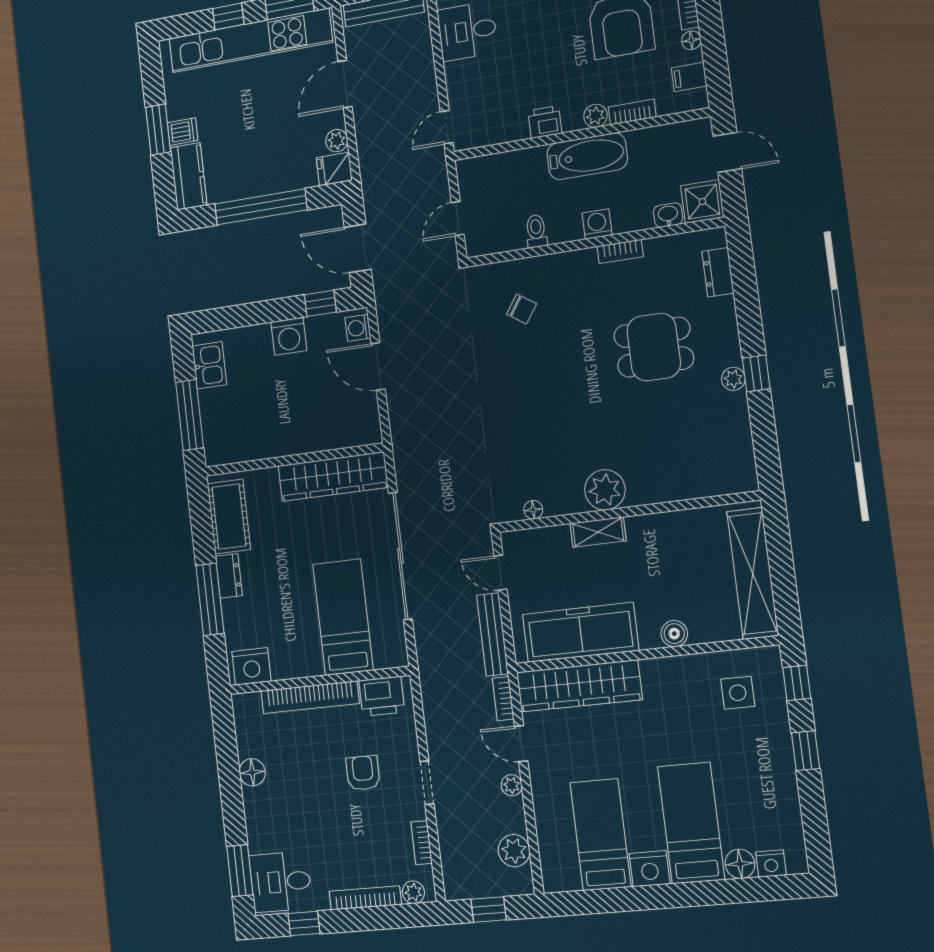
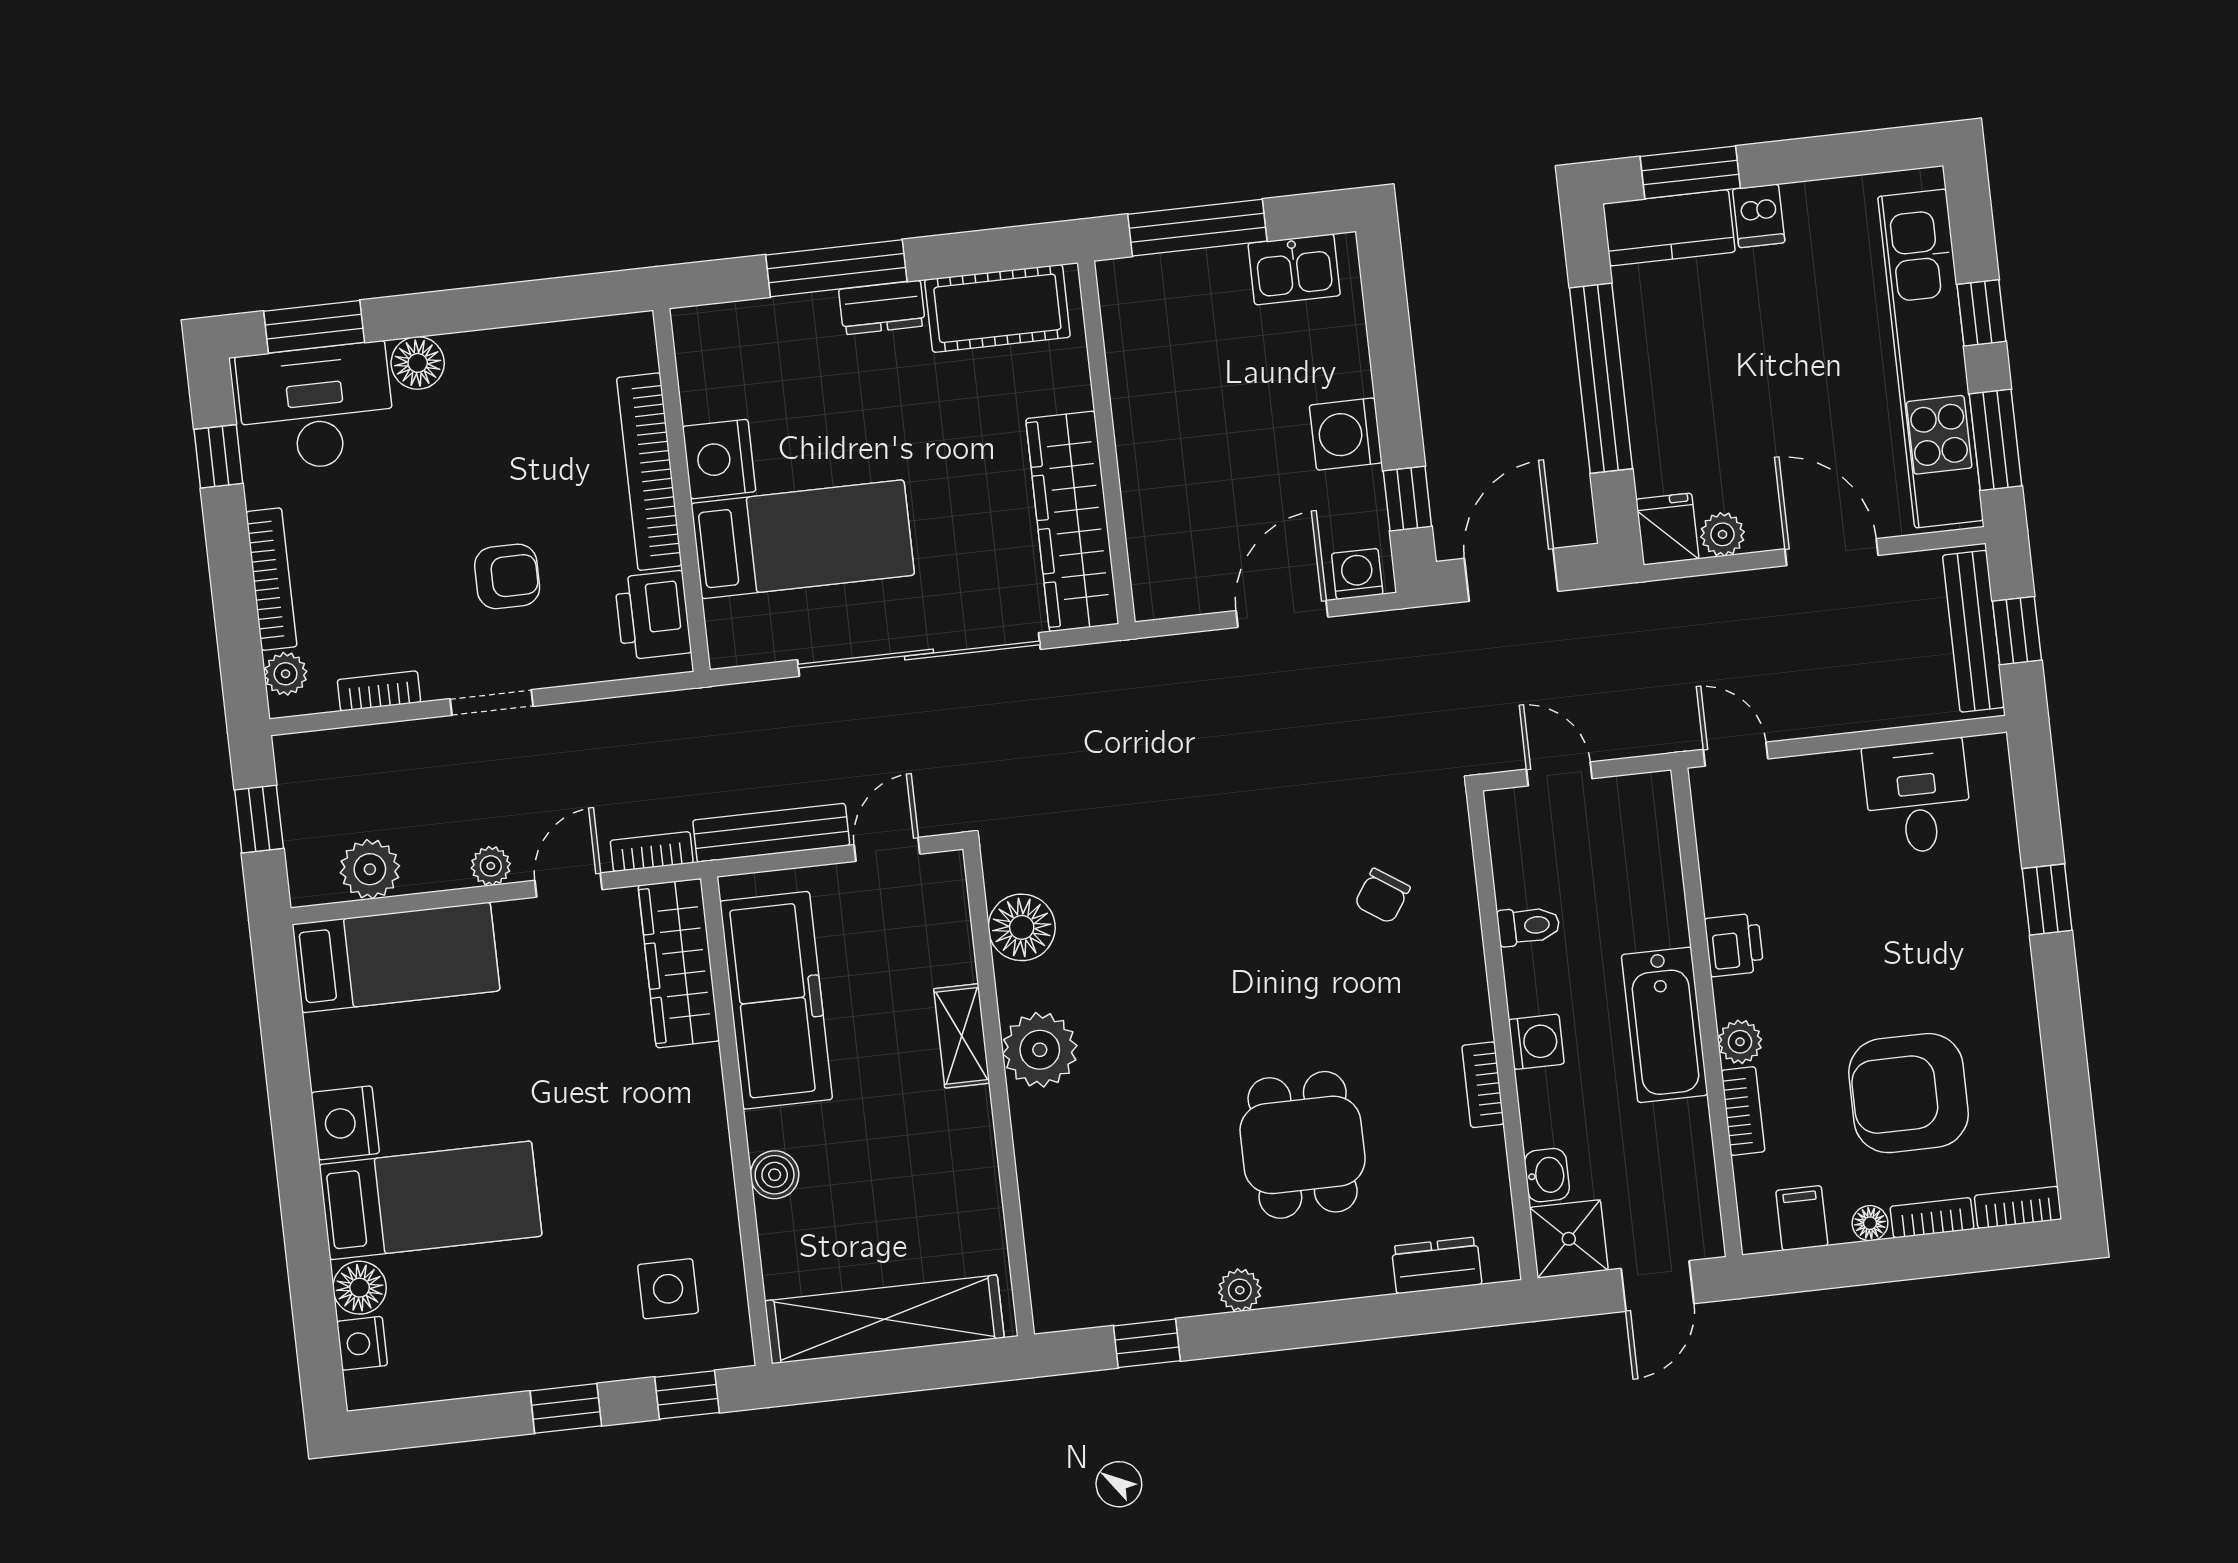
window: (158, 130) -> (1690, 172), moved
window: (756, 373) -> (1147, 1343), moved
floor lamp: (533, 510) -> (1022, 927), width x1.89, depth x1.89
nightstand: (252, 666) -> (719, 459), moved
wardrobe: (579, 686) -> (679, 963), width x0.71, depth x0.85
floor lamp: (252, 772) -> (418, 363), moved
bed: (600, 835) -> (396, 957), moved
desk: (281, 882) -> (316, 407), width x1.37

